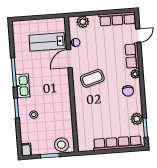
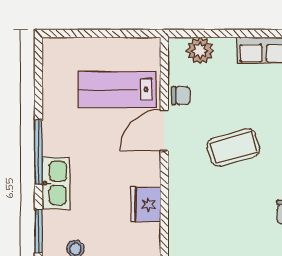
coffee table: (92, 78) -> (233, 148), moved
fridge: (64, 92) -> (146, 204), added

